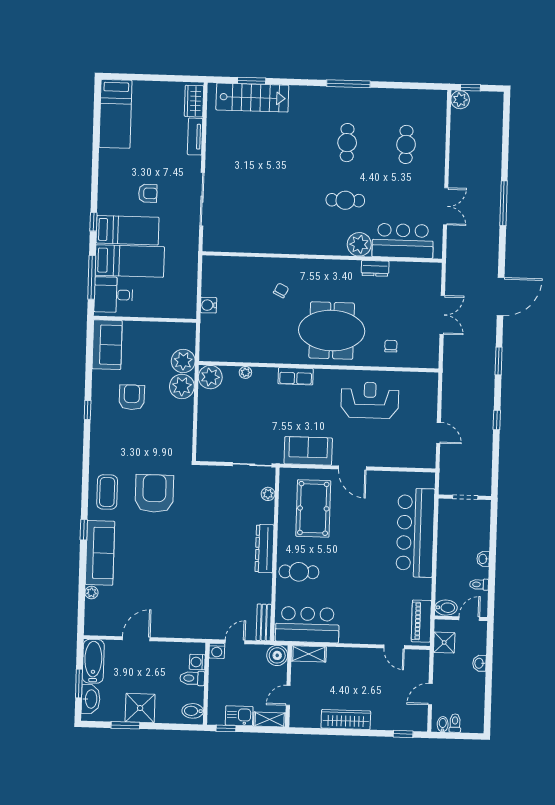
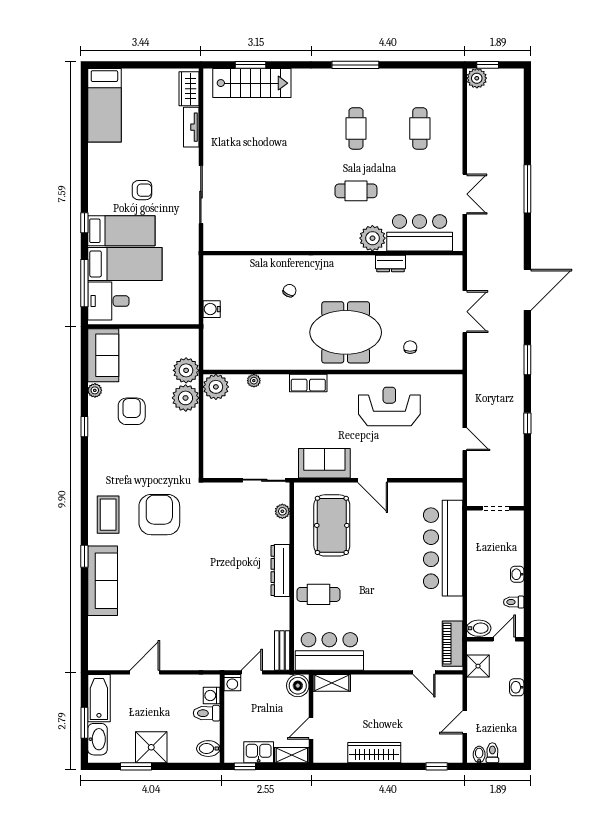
plant: (92, 593) -> (95, 390), moved

